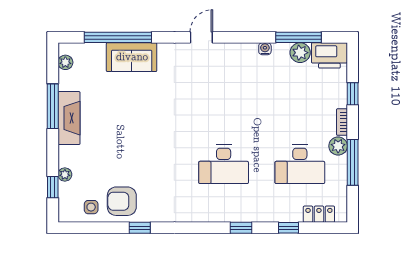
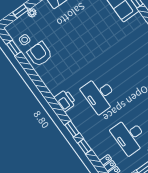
printer: (201, 211) -> (65, 101), added
window: (140, 228) -> (14, 48), moved
window: (289, 228) -> (85, 146), moved

